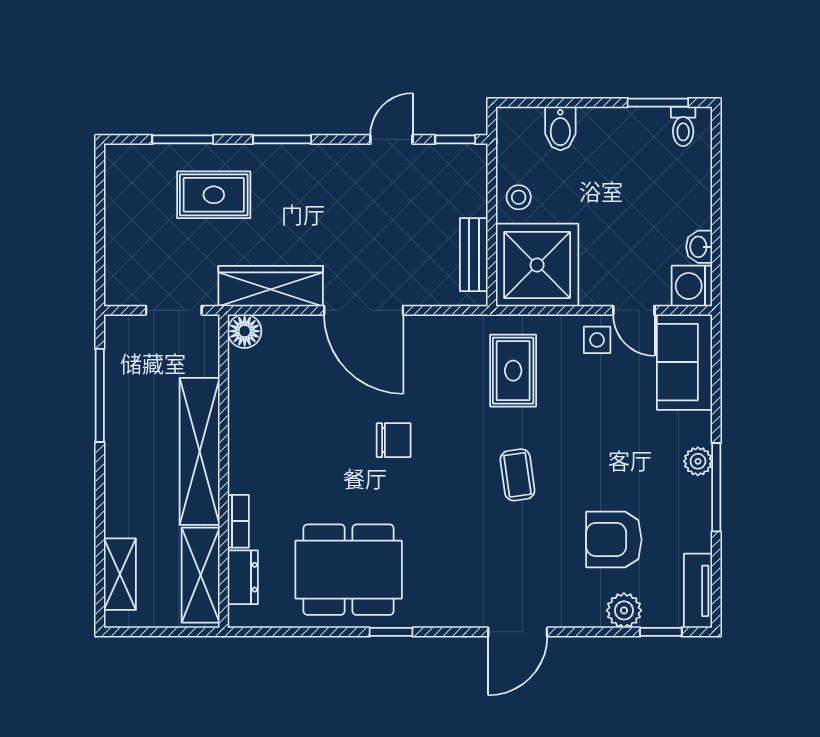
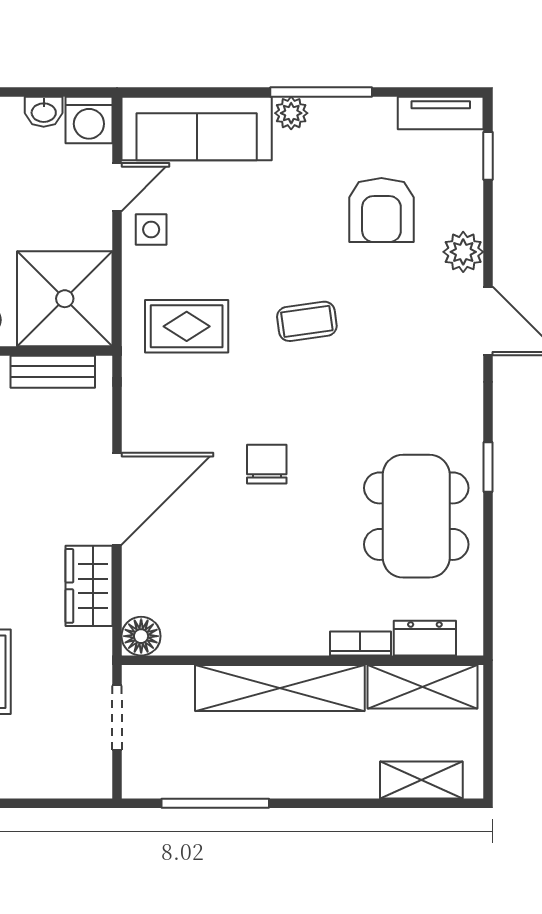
wardrobe: (271, 286) -> (89, 586), width x0.67
sofa: (685, 362) -> (197, 128), width x1.36
plant: (624, 610) -> (463, 252), moved

